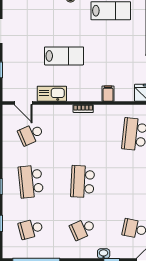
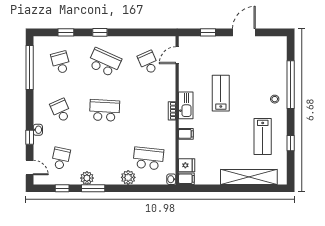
lab bench: (64, 56) -> (221, 93), turned 180
kitchen sink: (52, 94) -> (186, 105), moved
school desk: (31, 182) -> (105, 62), turned 30

